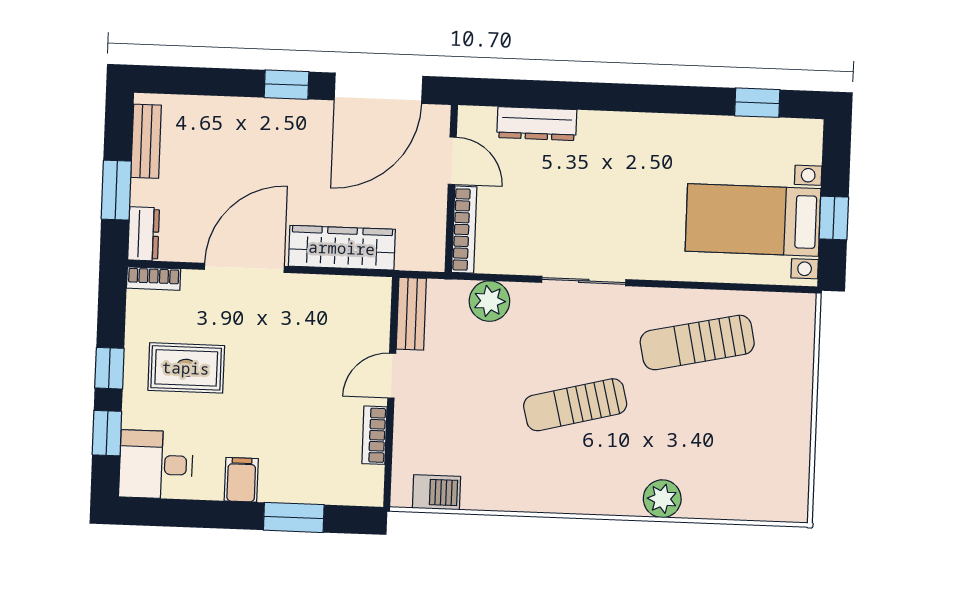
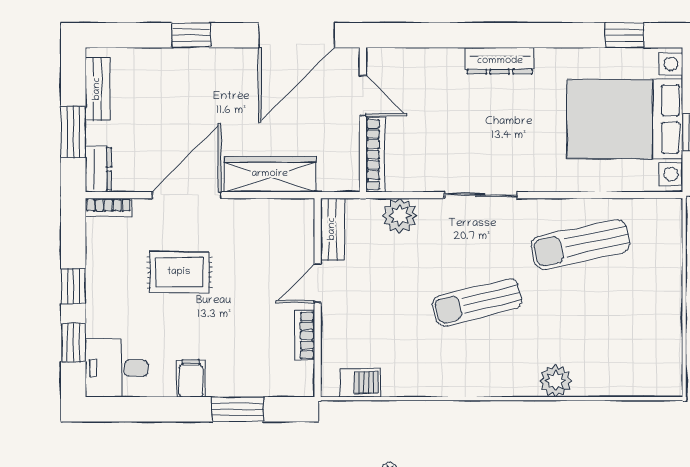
window: (287, 85) -> (191, 35), moved
dresser: (537, 124) -> (500, 61), moved
bed with nightstands: (753, 220) -> (625, 119), width x1.36
rug: (186, 368) -> (179, 272), moved

